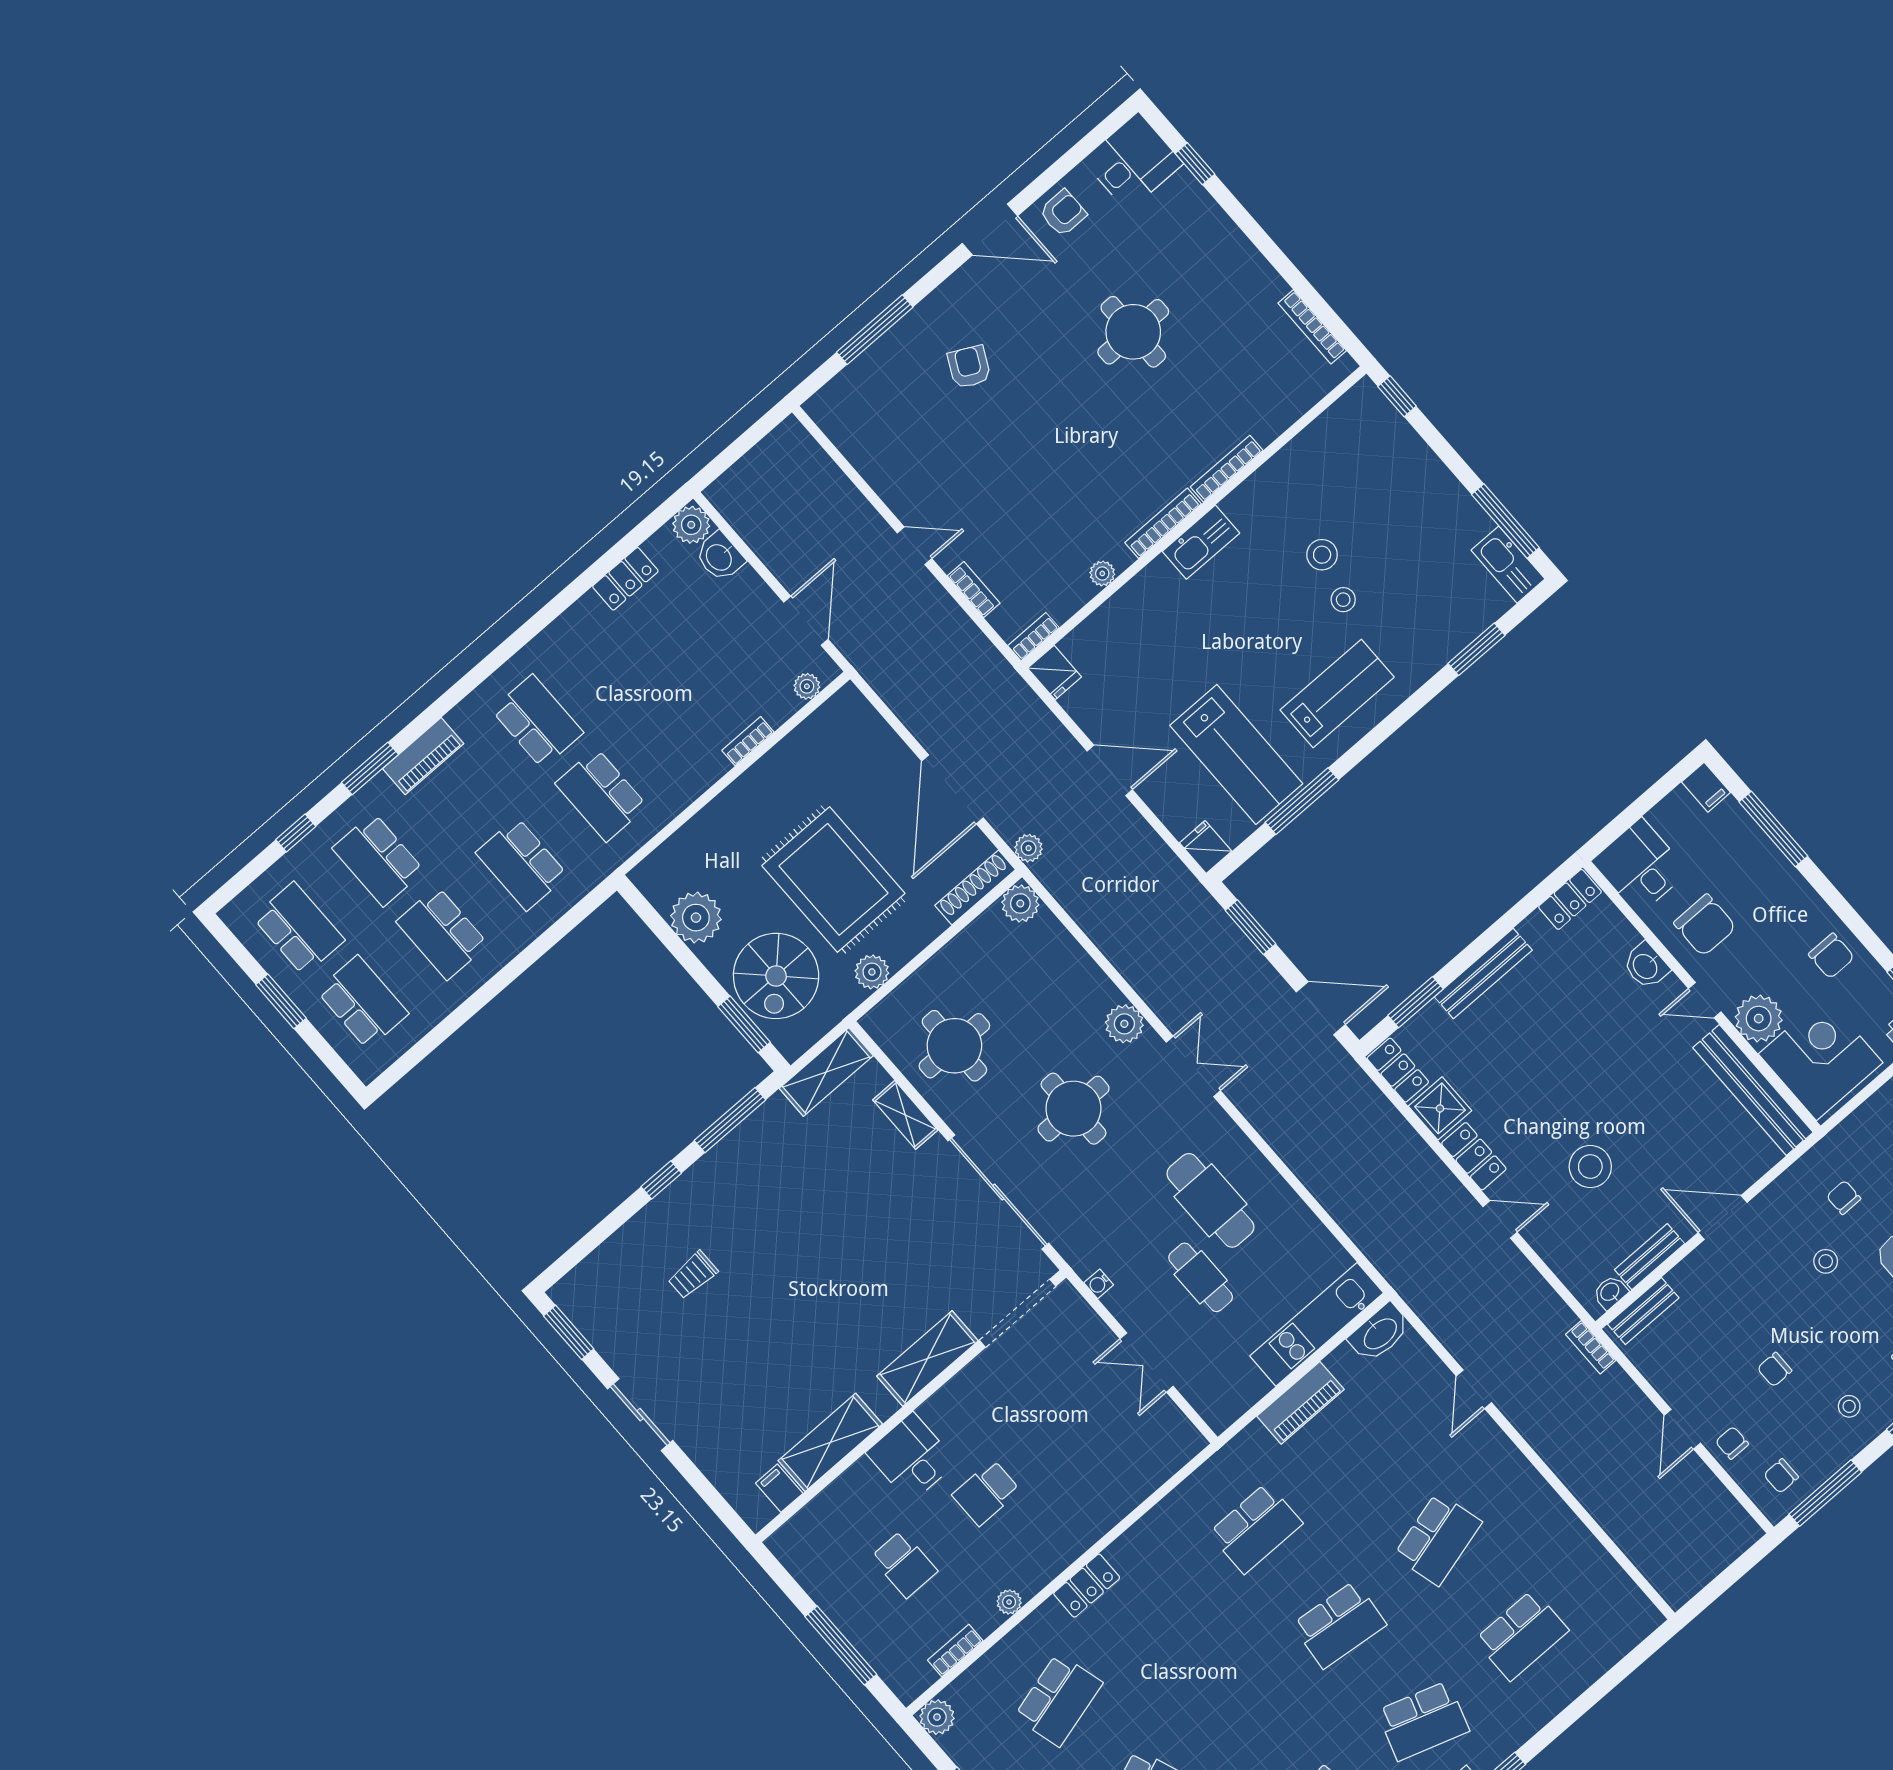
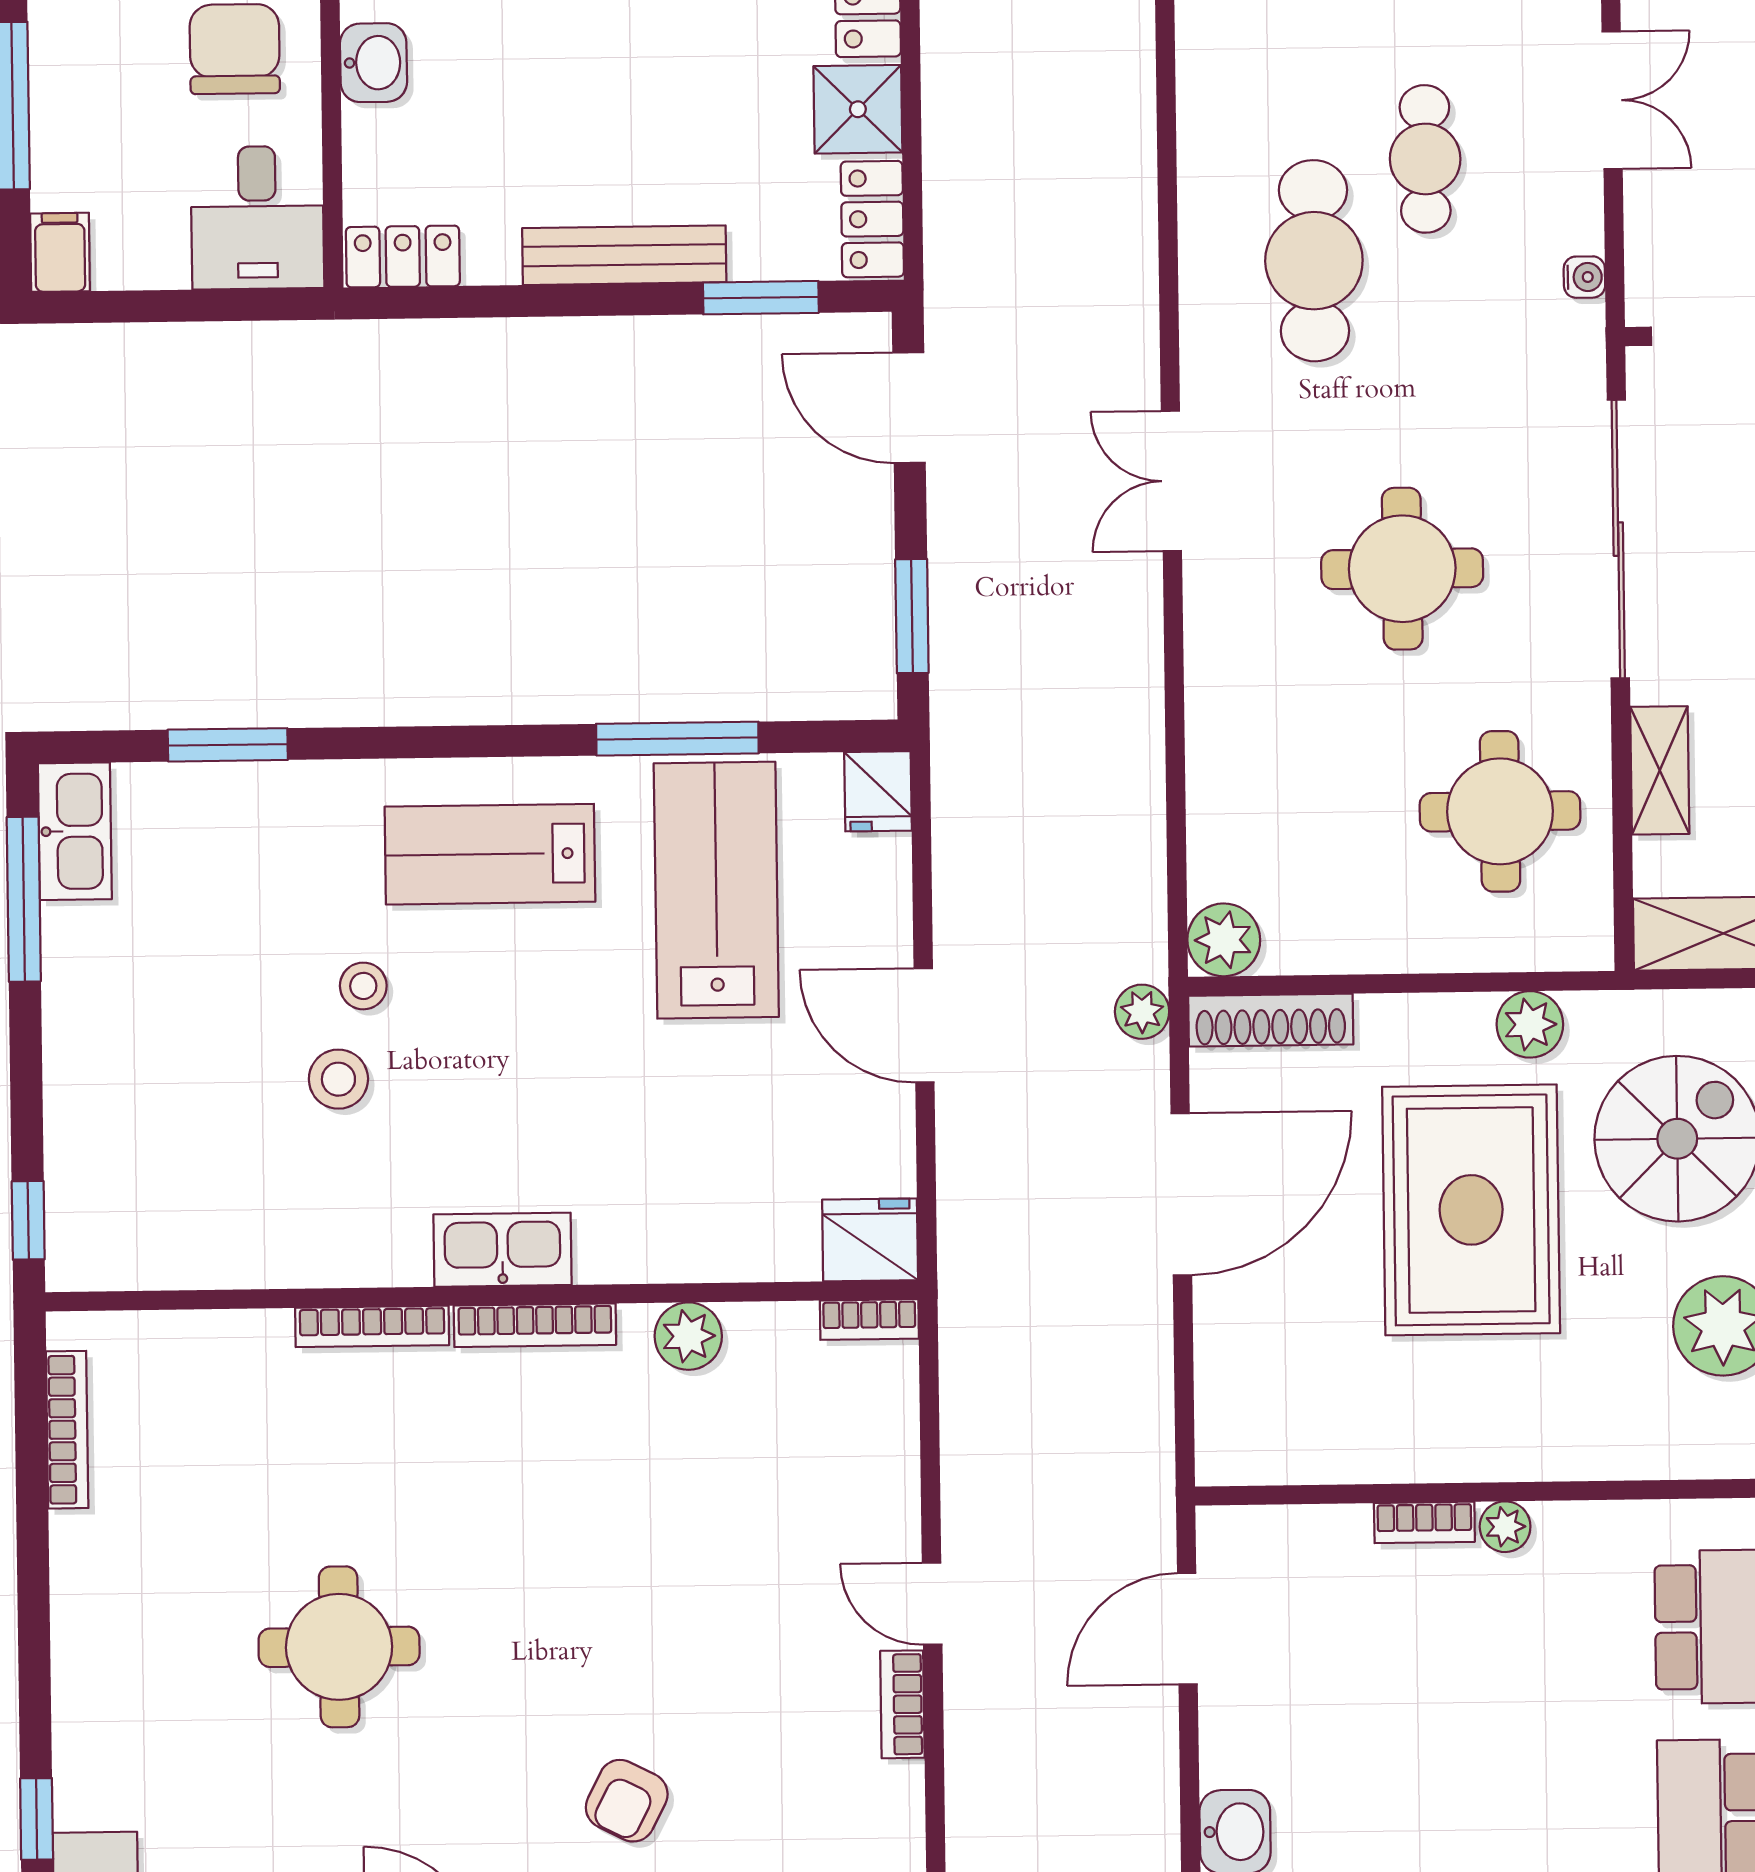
plant: (1102, 573) -> (688, 1336), width x1.38, depth x1.38
bookcase: (974, 590) -> (902, 1704), moved
fridge: (1055, 673) -> (870, 1240), width x1.38
plant: (807, 686) -> (1505, 1527), moved
plant: (1124, 1024) -> (1220, 631), removed

